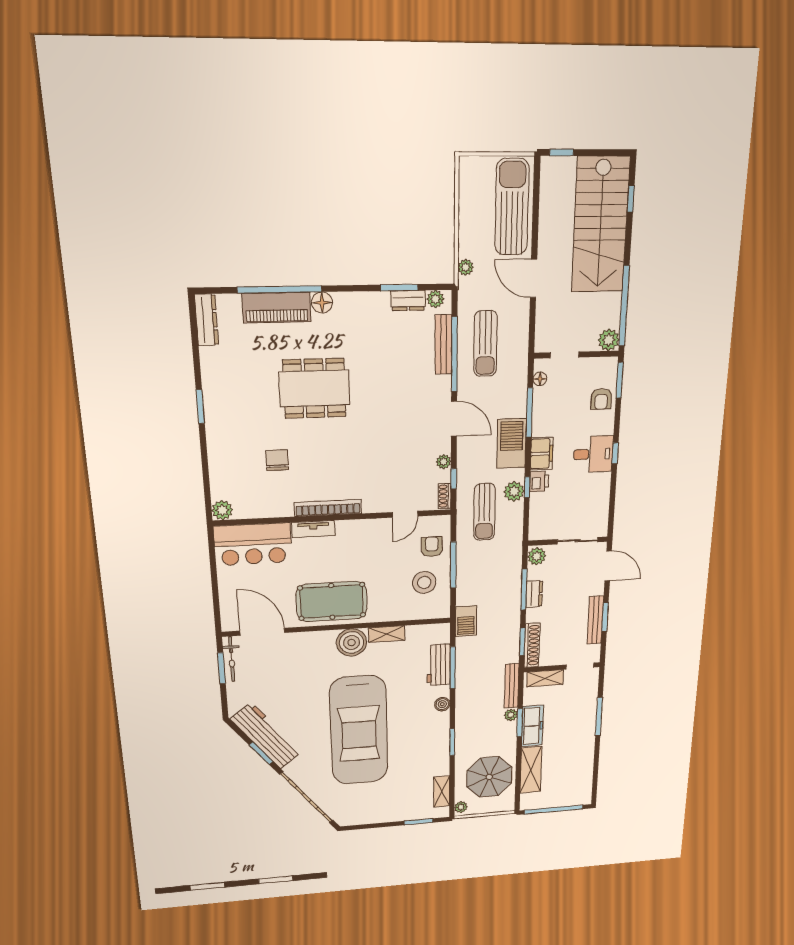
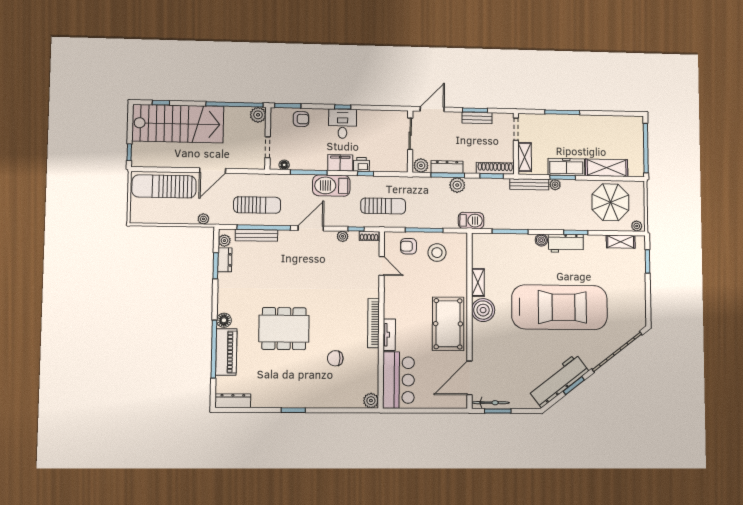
dining table: (314, 388) -> (284, 329), turned 90
plant: (514, 491) -> (457, 185), moved
dresser: (534, 594) -> (447, 167), width x1.44
bench: (595, 620) -> (477, 118), width x0.73
workbench: (439, 665) -> (566, 243), moved

